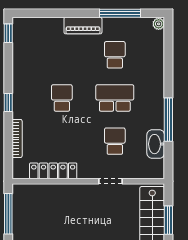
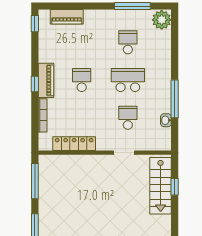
plant: (159, 24) -> (162, 20), width x1.88, depth x1.88
piano: (83, 26) -> (67, 17), moved
piano: (21, 98) -> (46, 80), added
washbasin: (156, 144) -> (166, 120), width x0.52, depth x0.69
window: (168, 220) -> (175, 187), width x0.67

